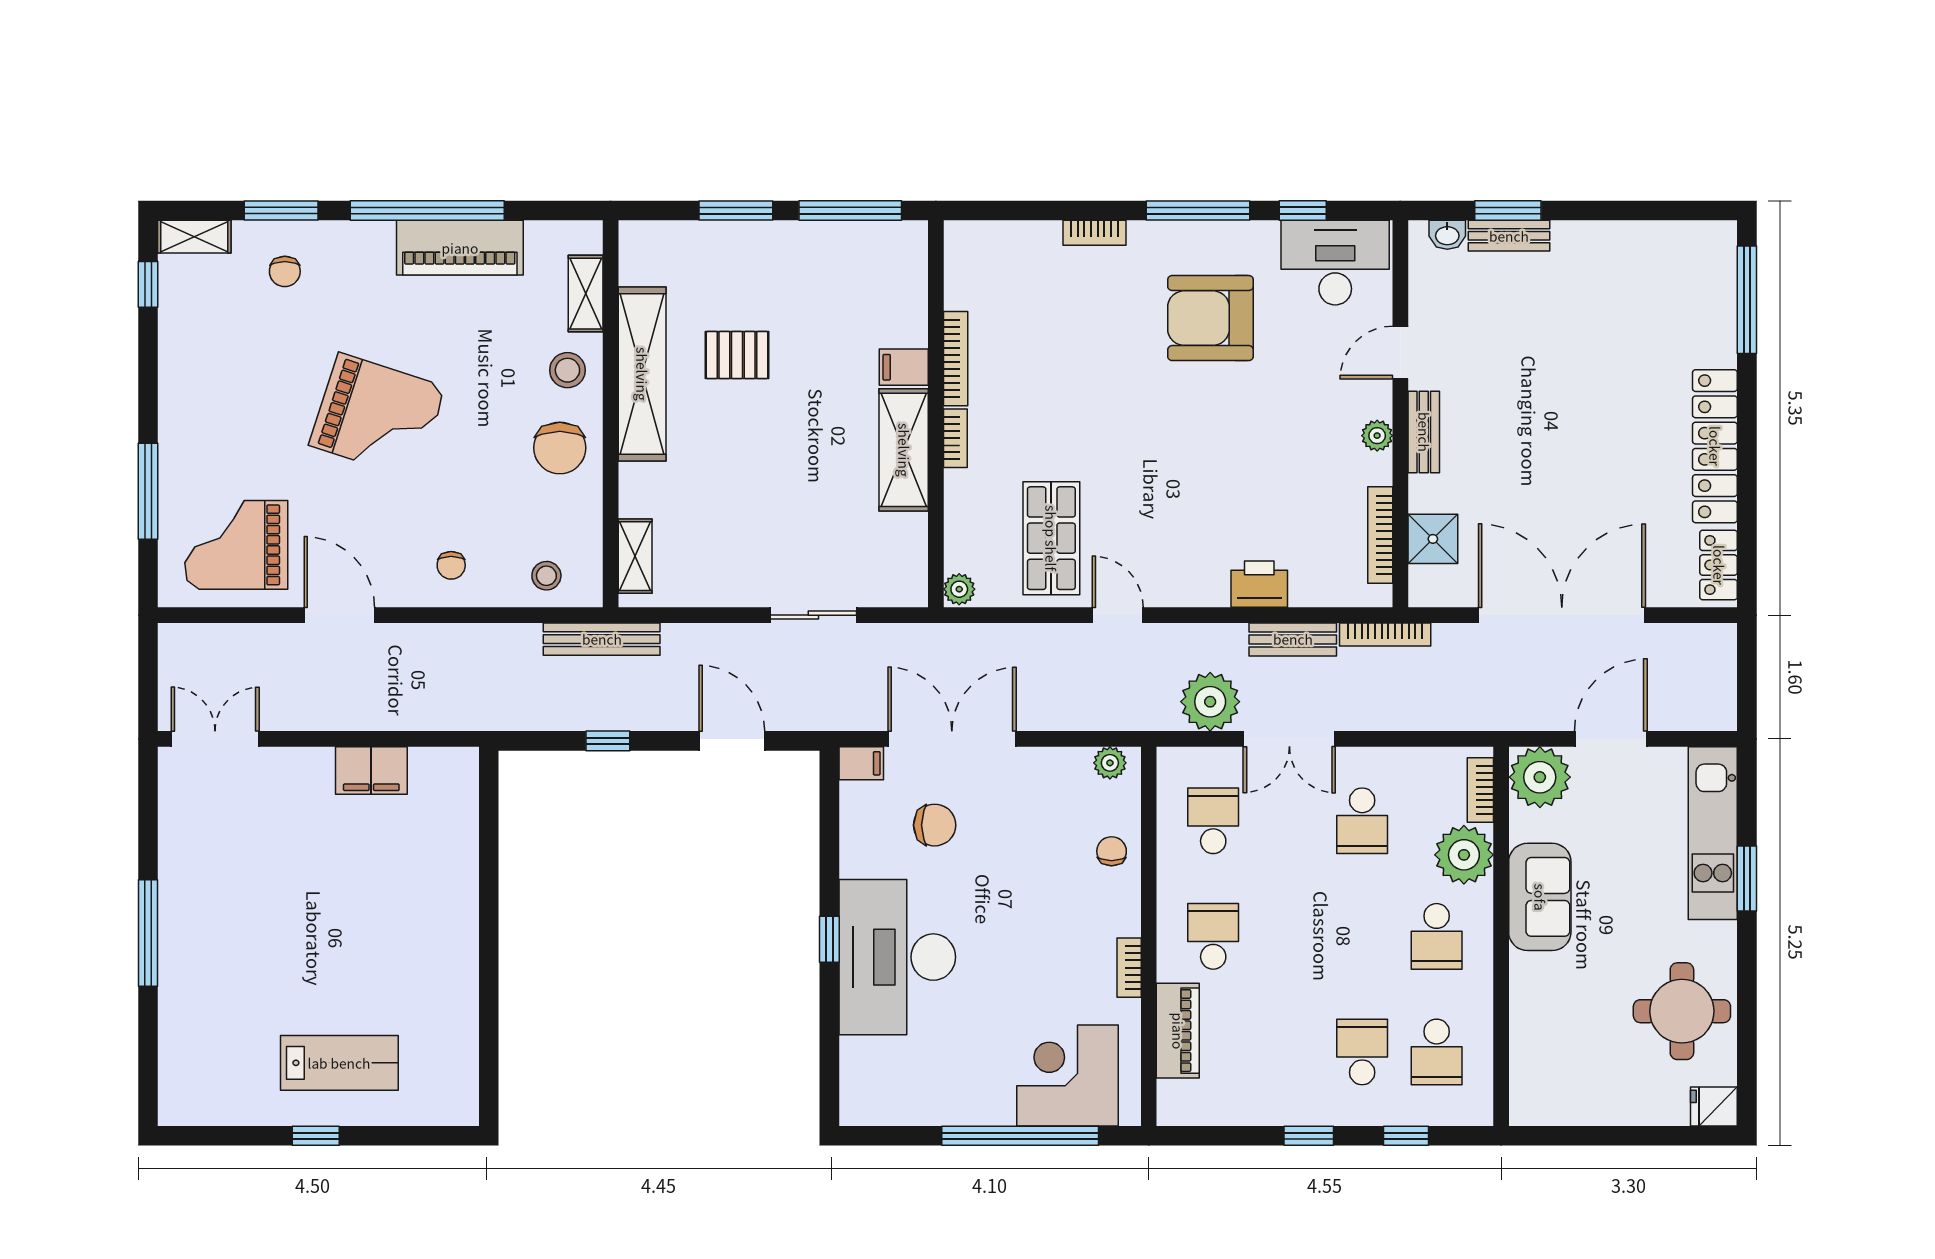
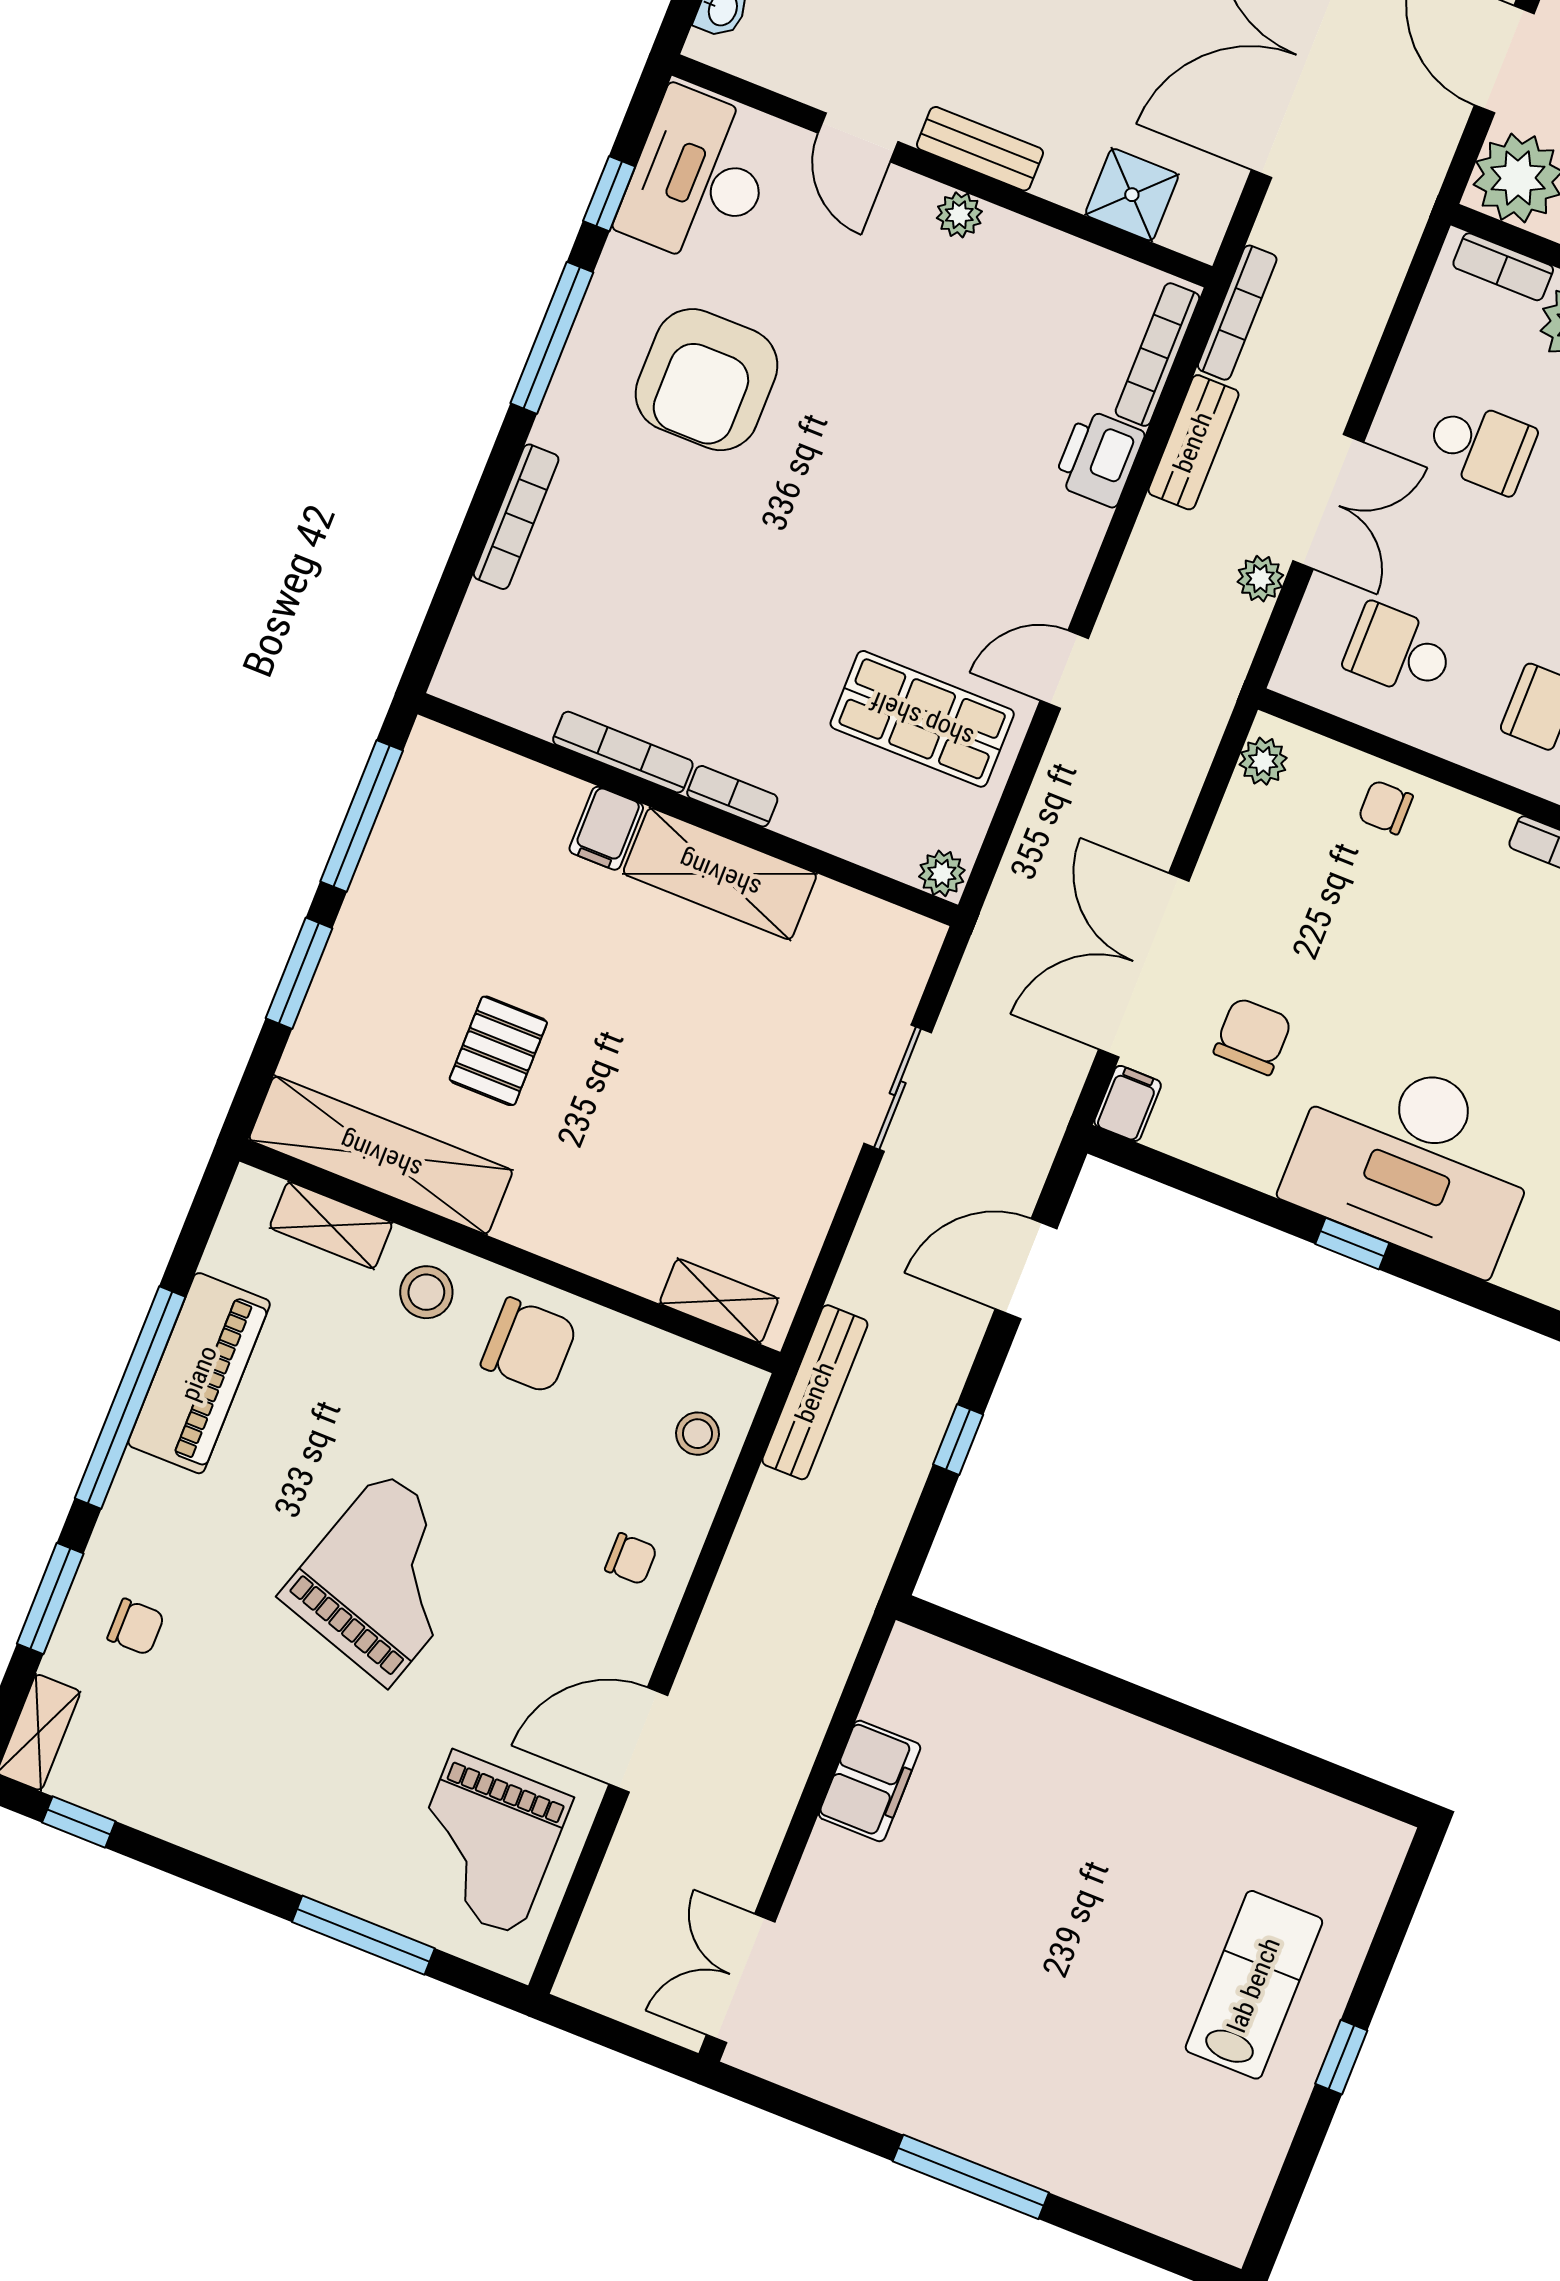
bookcase: (1094, 233) -> (516, 517), width x1.56
shelving: (642, 374) -> (381, 1155), moved
bookcase: (1380, 535) -> (1157, 355), moved, turned 90
plant: (1210, 702) -> (1260, 579), width x0.53, depth x0.53

